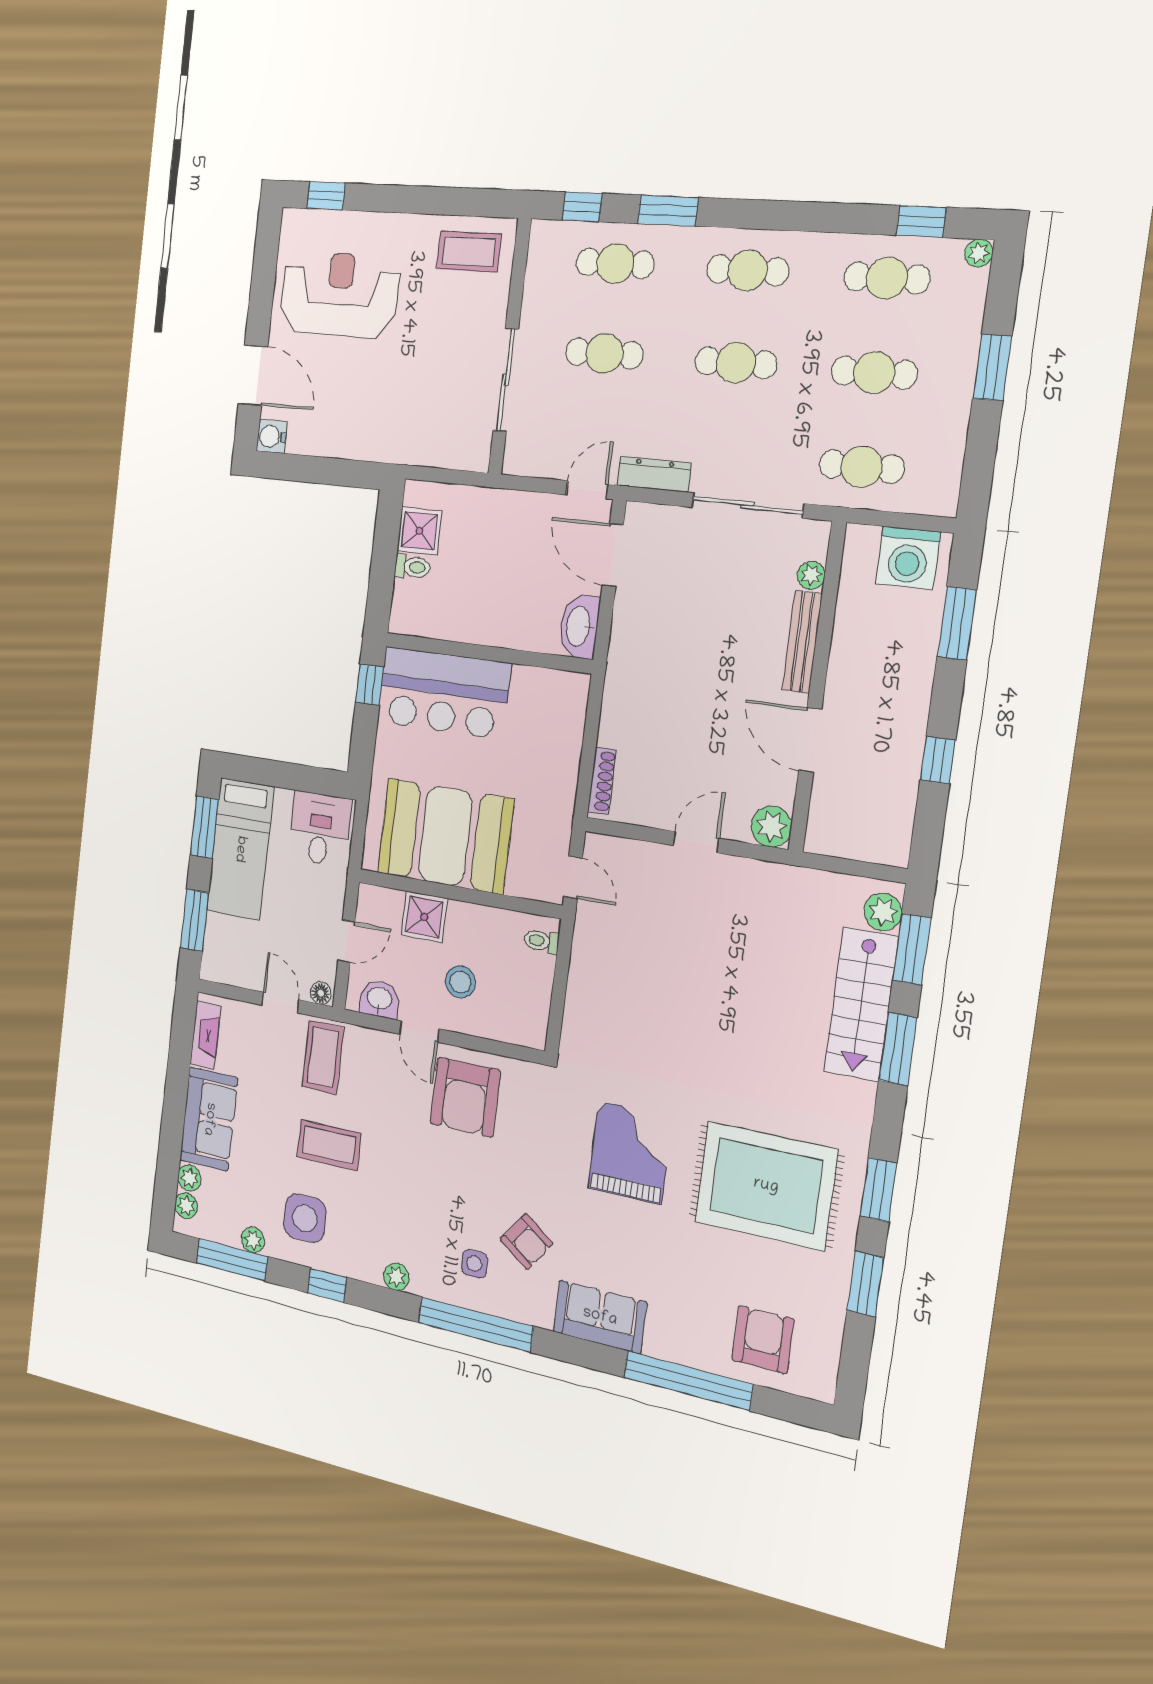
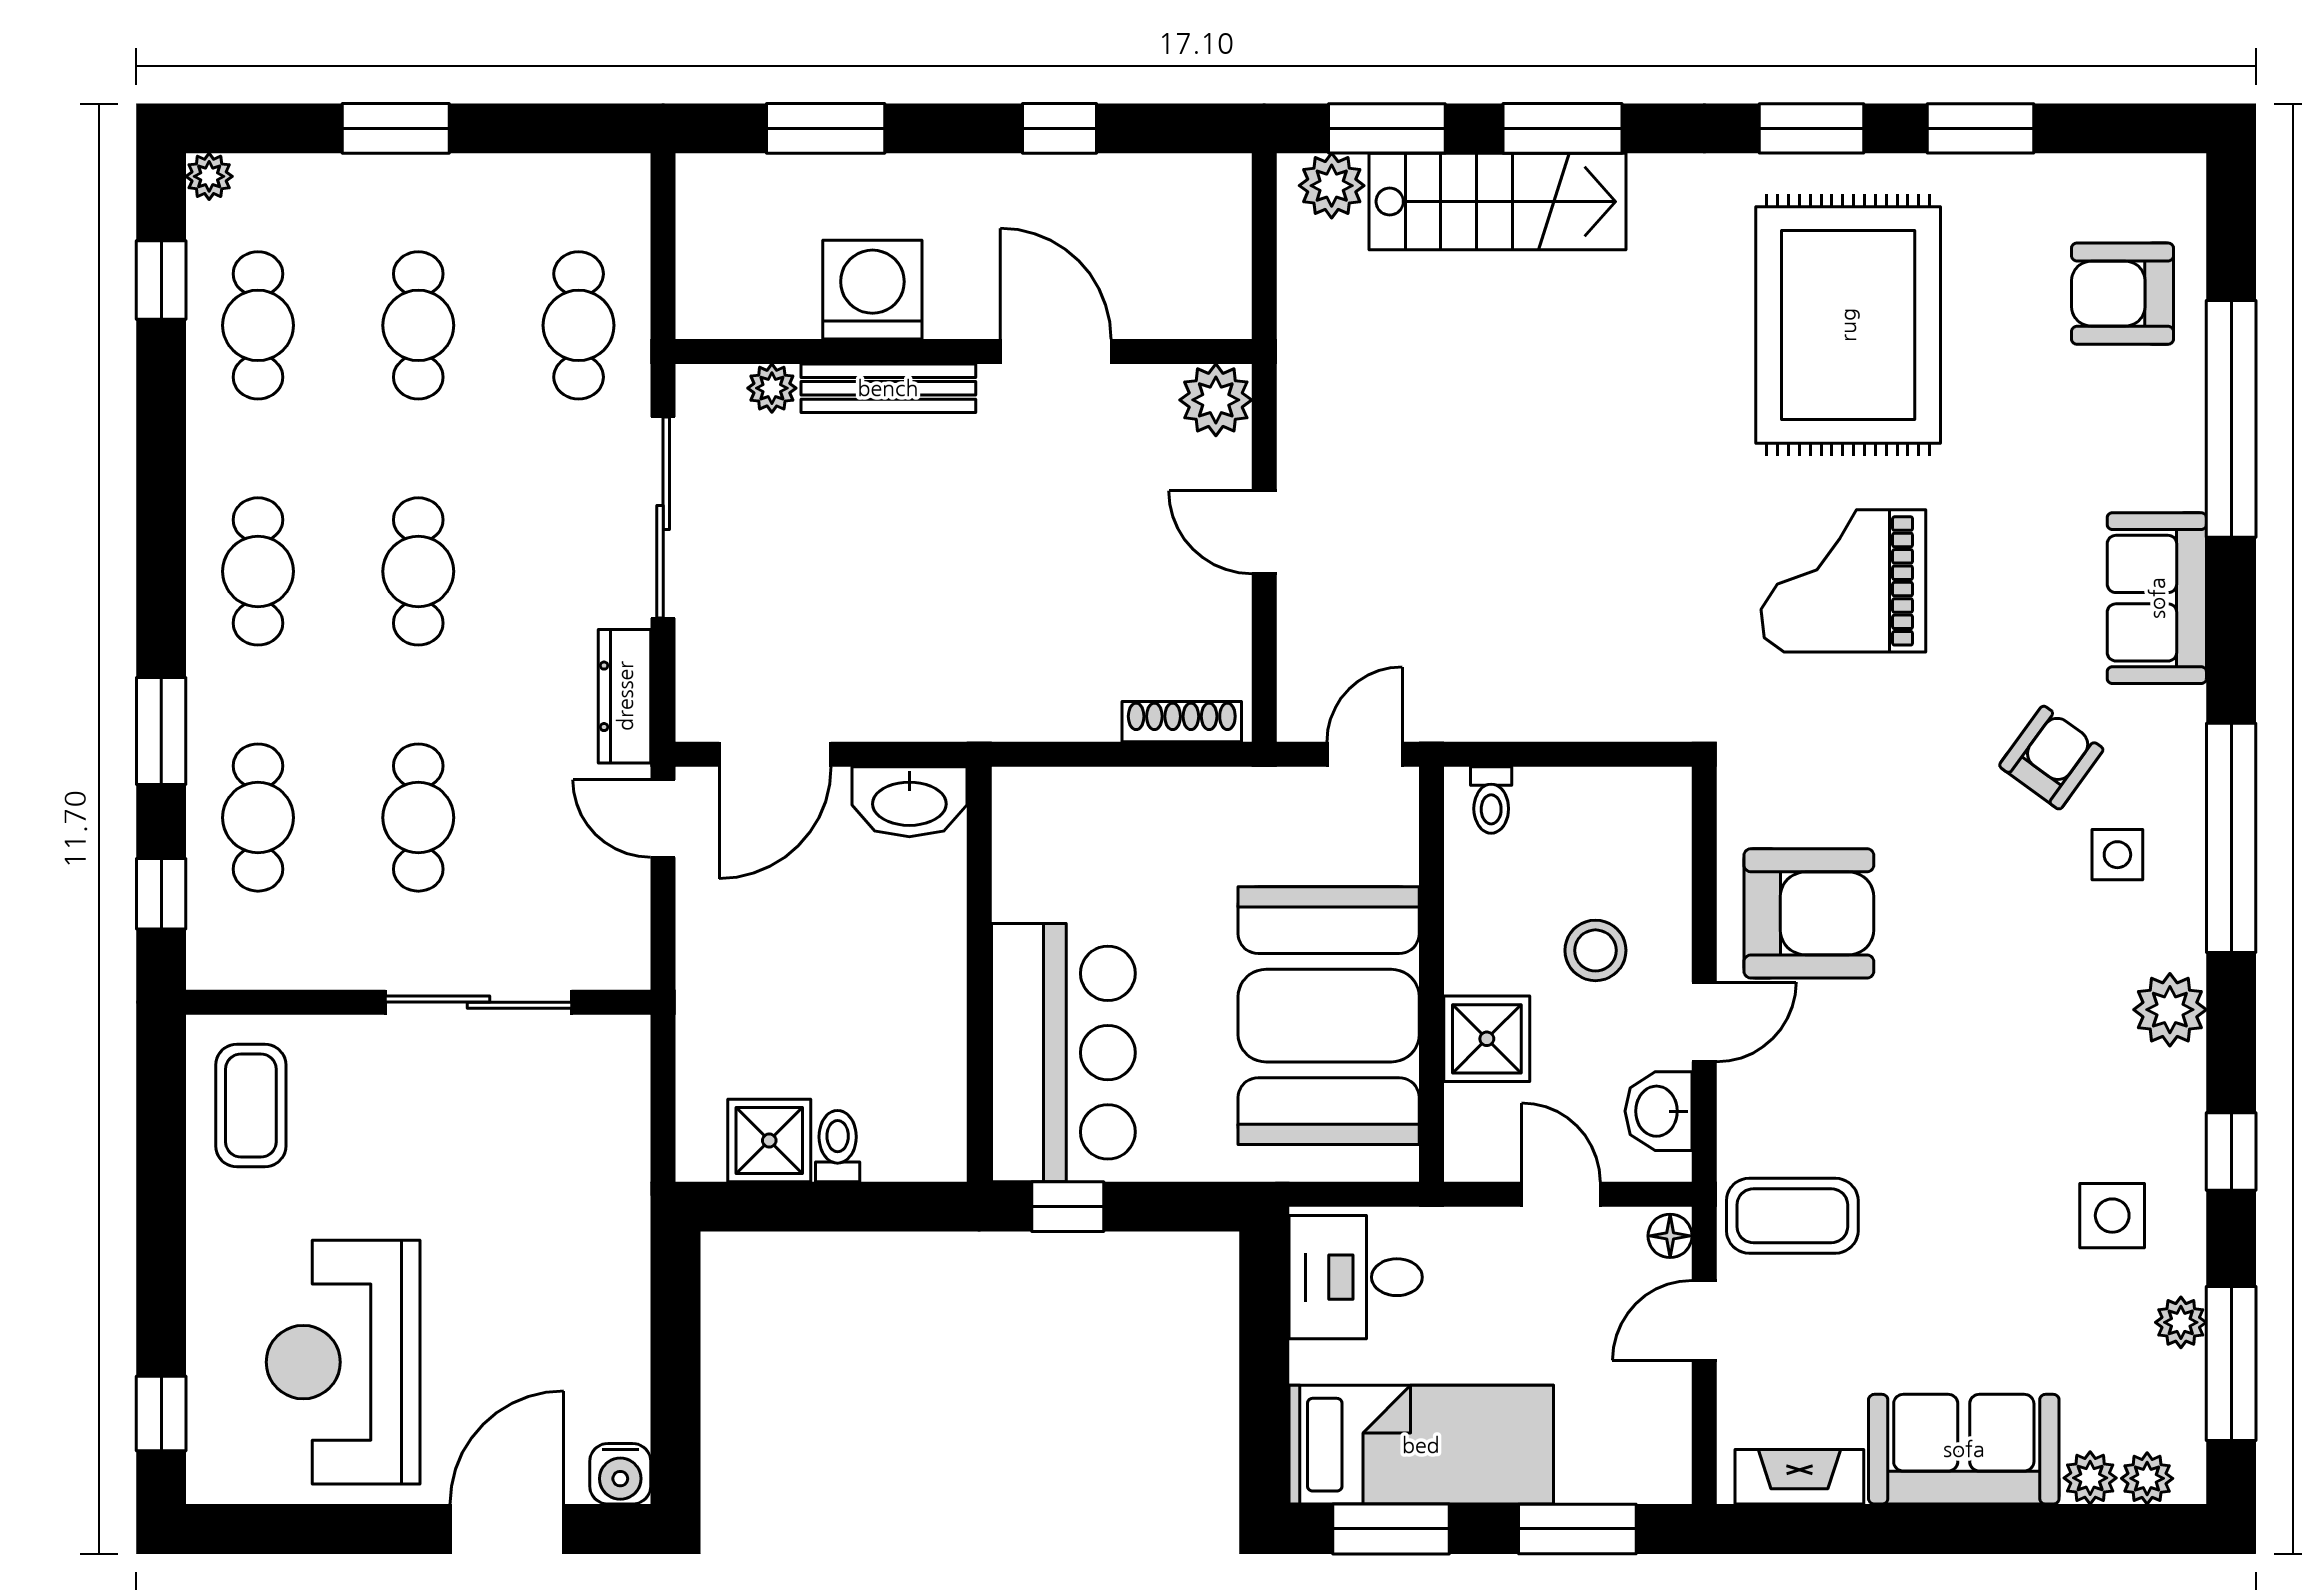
washing machine: (908, 558) -> (872, 290), moved, turned -90
door: (810, 740) -> (1056, 351), swing flipped
coffee table: (329, 1145) -> (1959, 1182), removed
side table: (305, 1218) -> (2112, 1216), width x0.73, depth x0.73
plant: (396, 1277) -> (2170, 1010), width x1.38, depth x1.38

